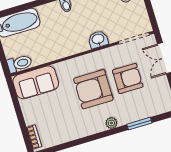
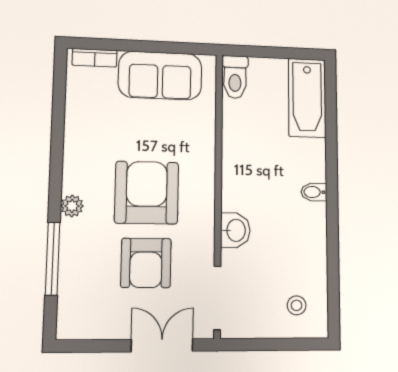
sofa: (36, 82) -> (160, 75), moved, turned -90
window: (139, 124) -> (53, 259), width x1.44

